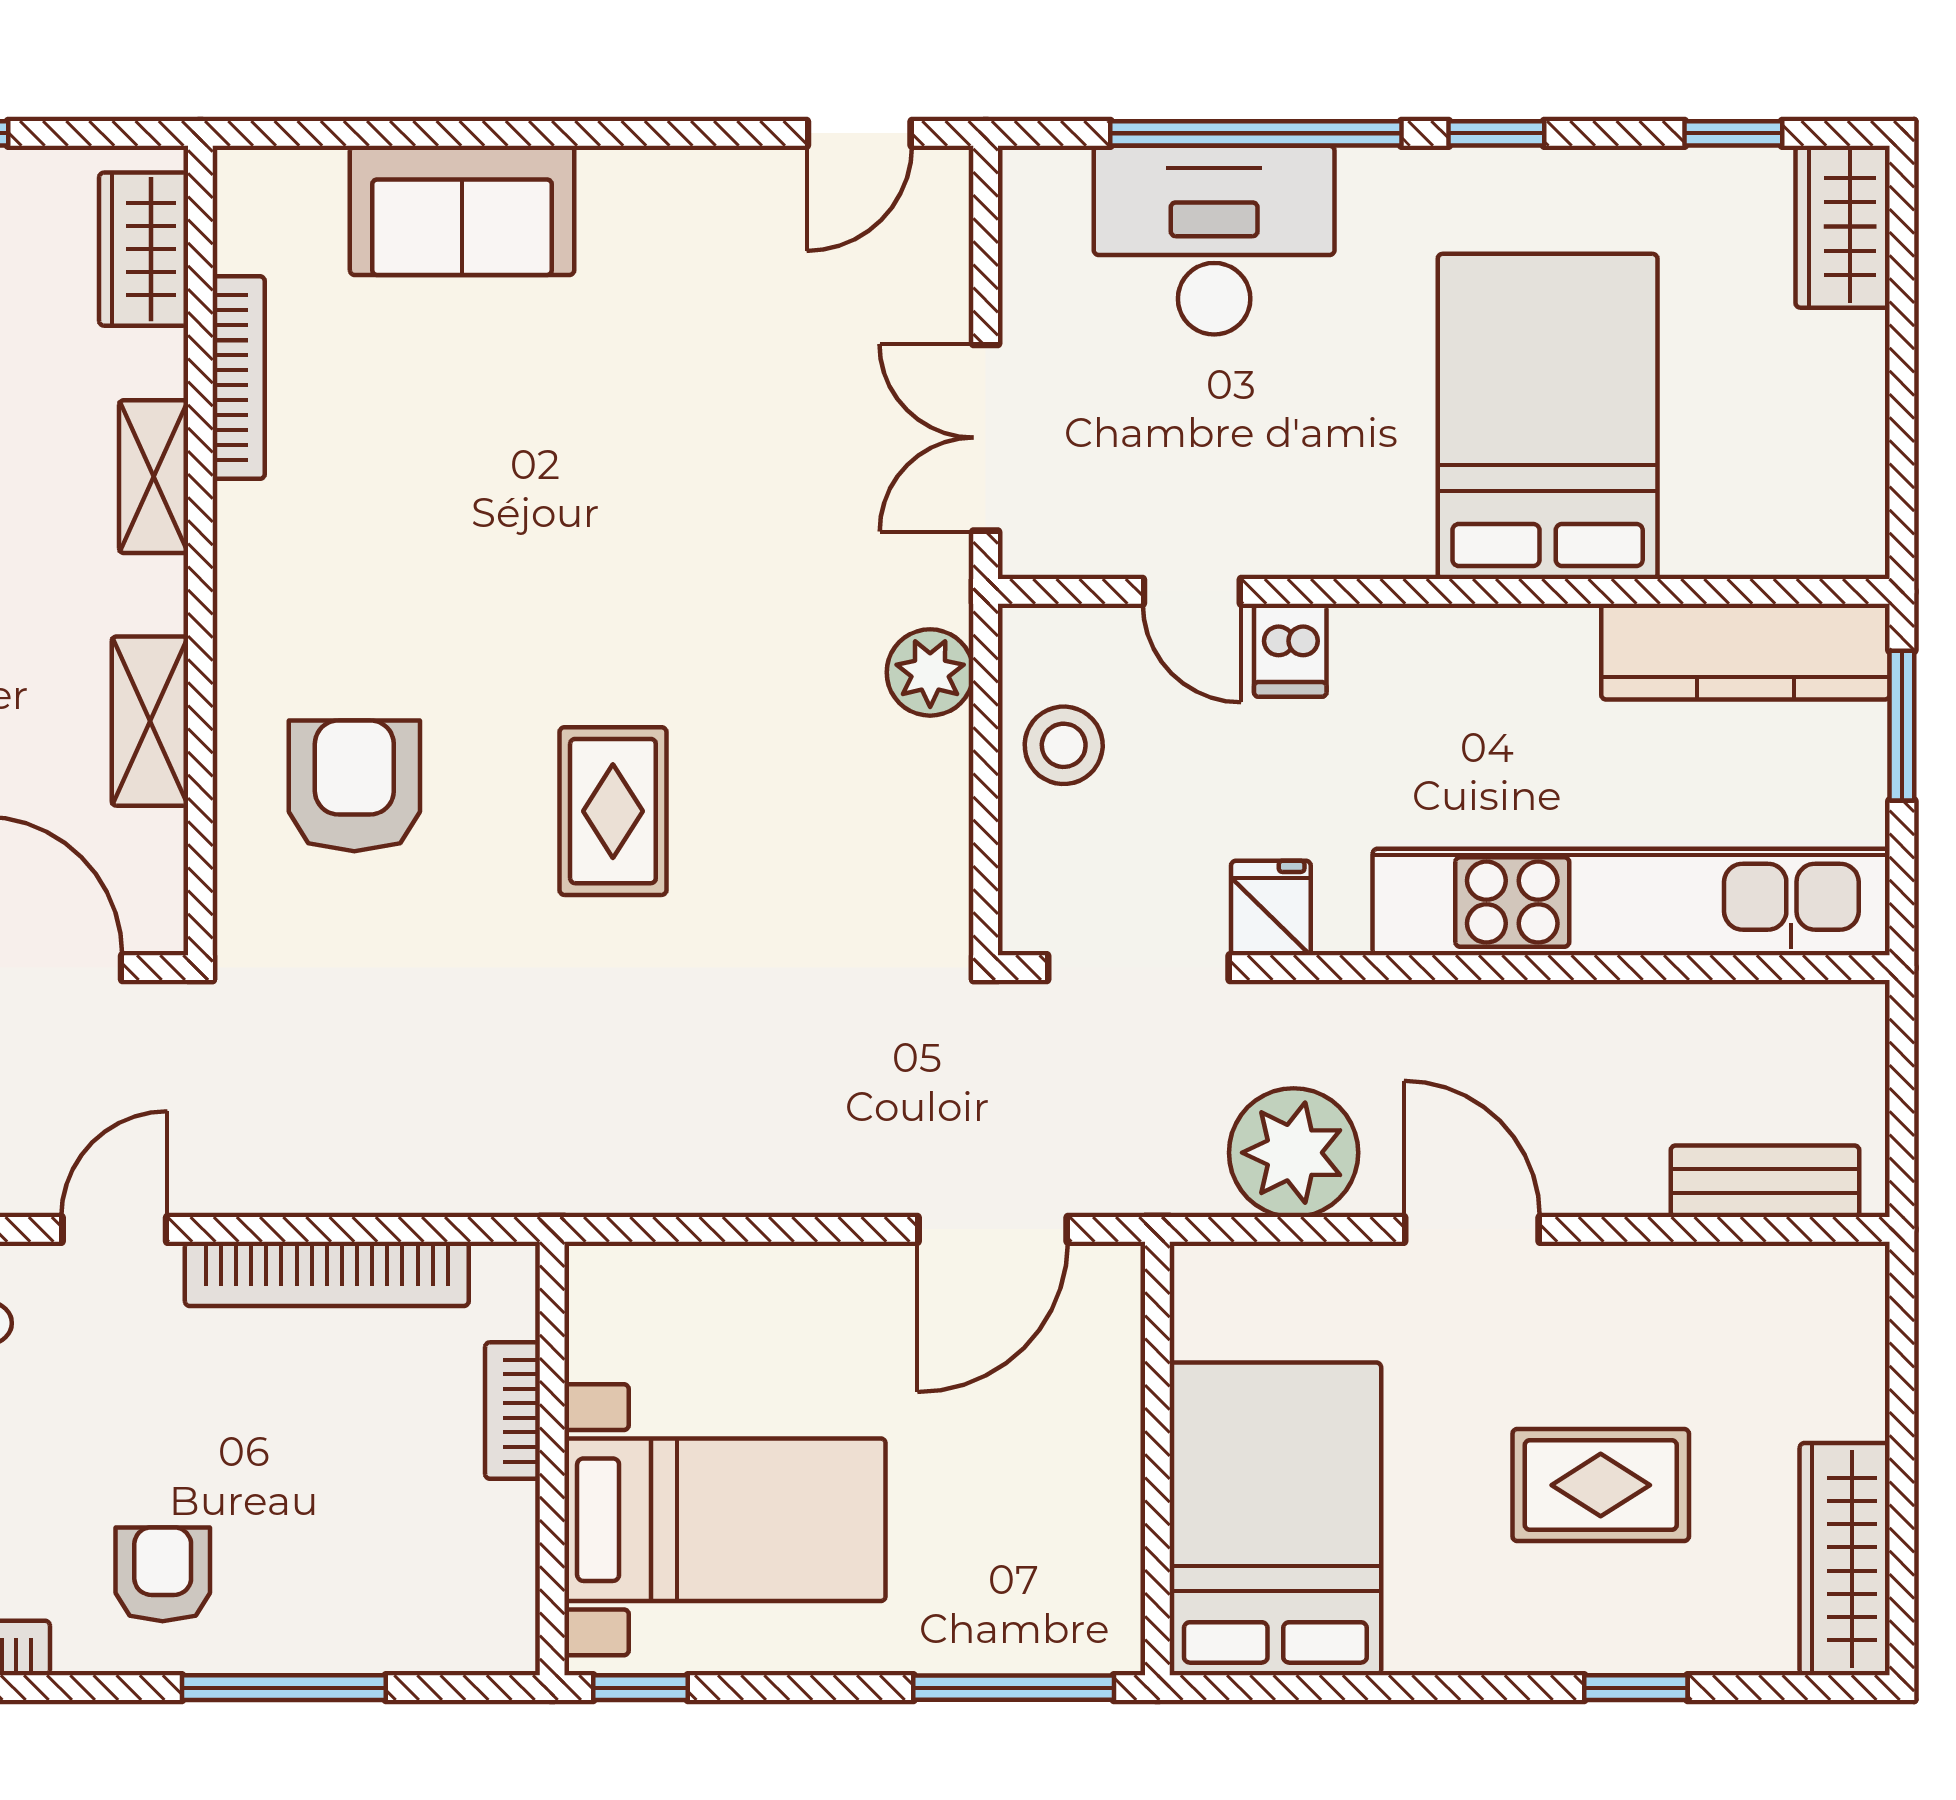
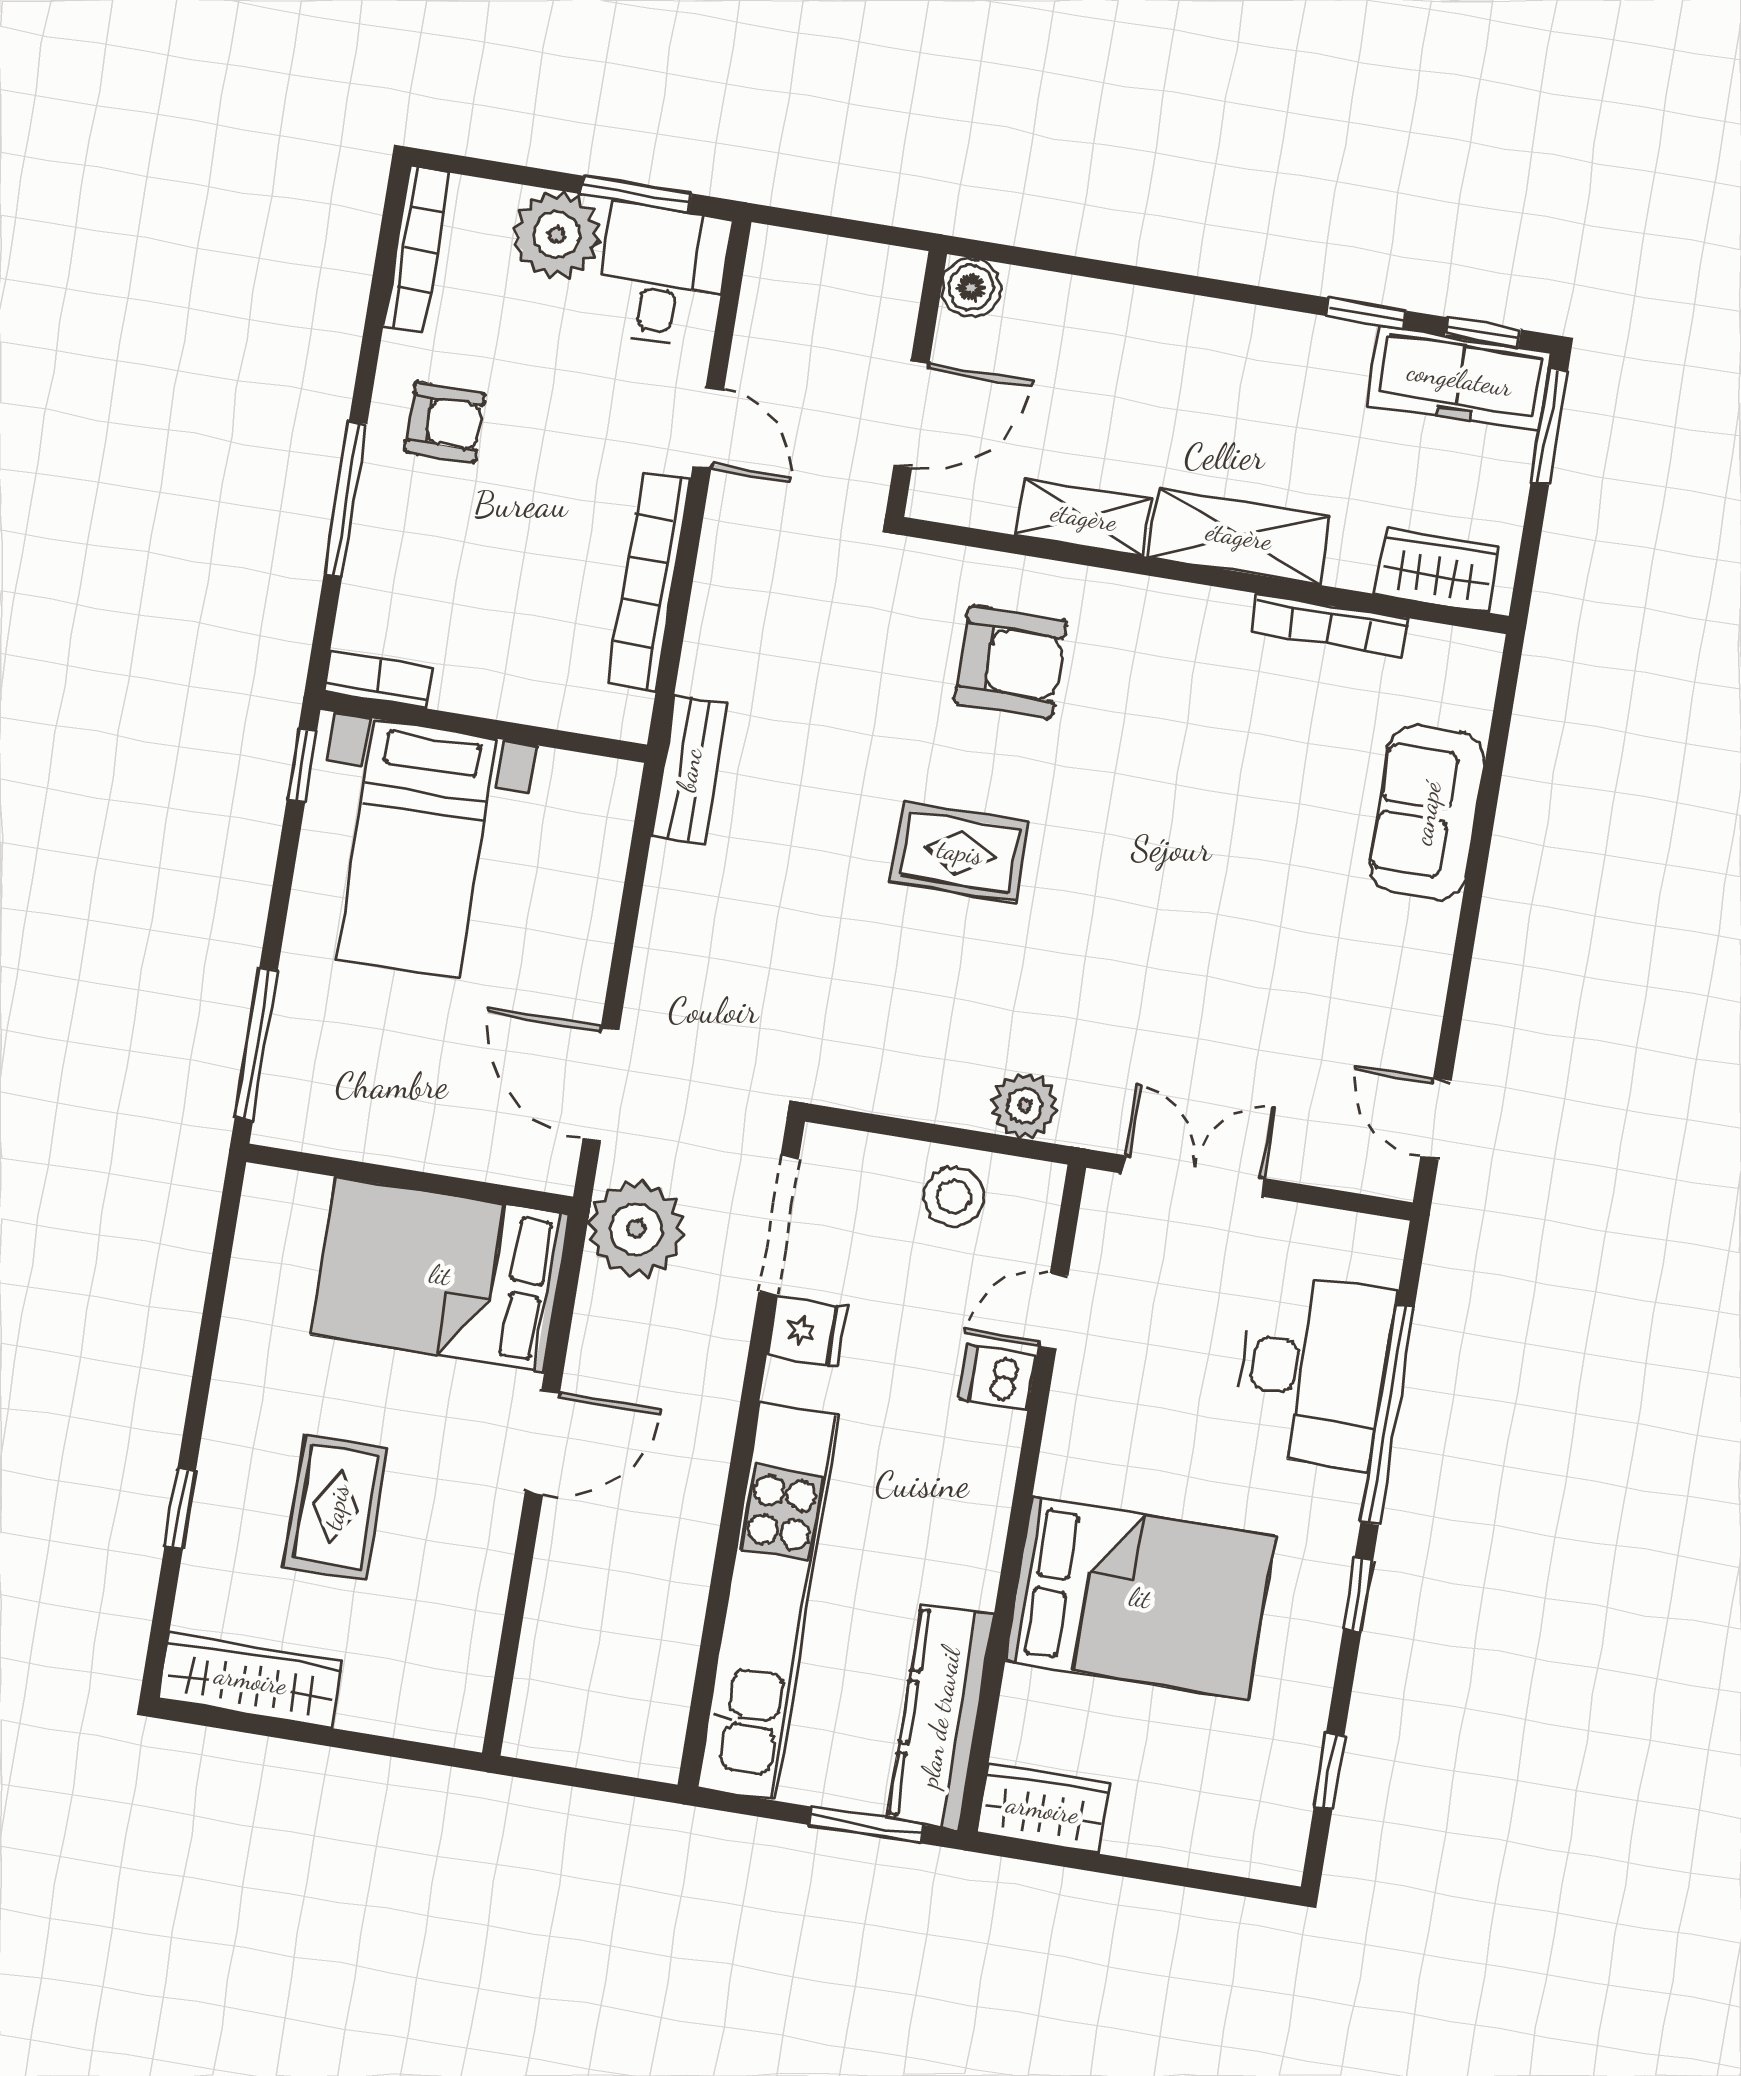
wardrobe: (1843, 227) -> (1043, 1809), moved
shelving: (154, 477) -> (1239, 536), width x1.50, depth x1.33
plant: (1294, 1153) -> (636, 1229), moved
bench: (1765, 1181) -> (689, 770), moved
bookcase: (513, 1411) -> (378, 679), moved
bed: (1275, 1519) -> (440, 1275), moved, turned 180

